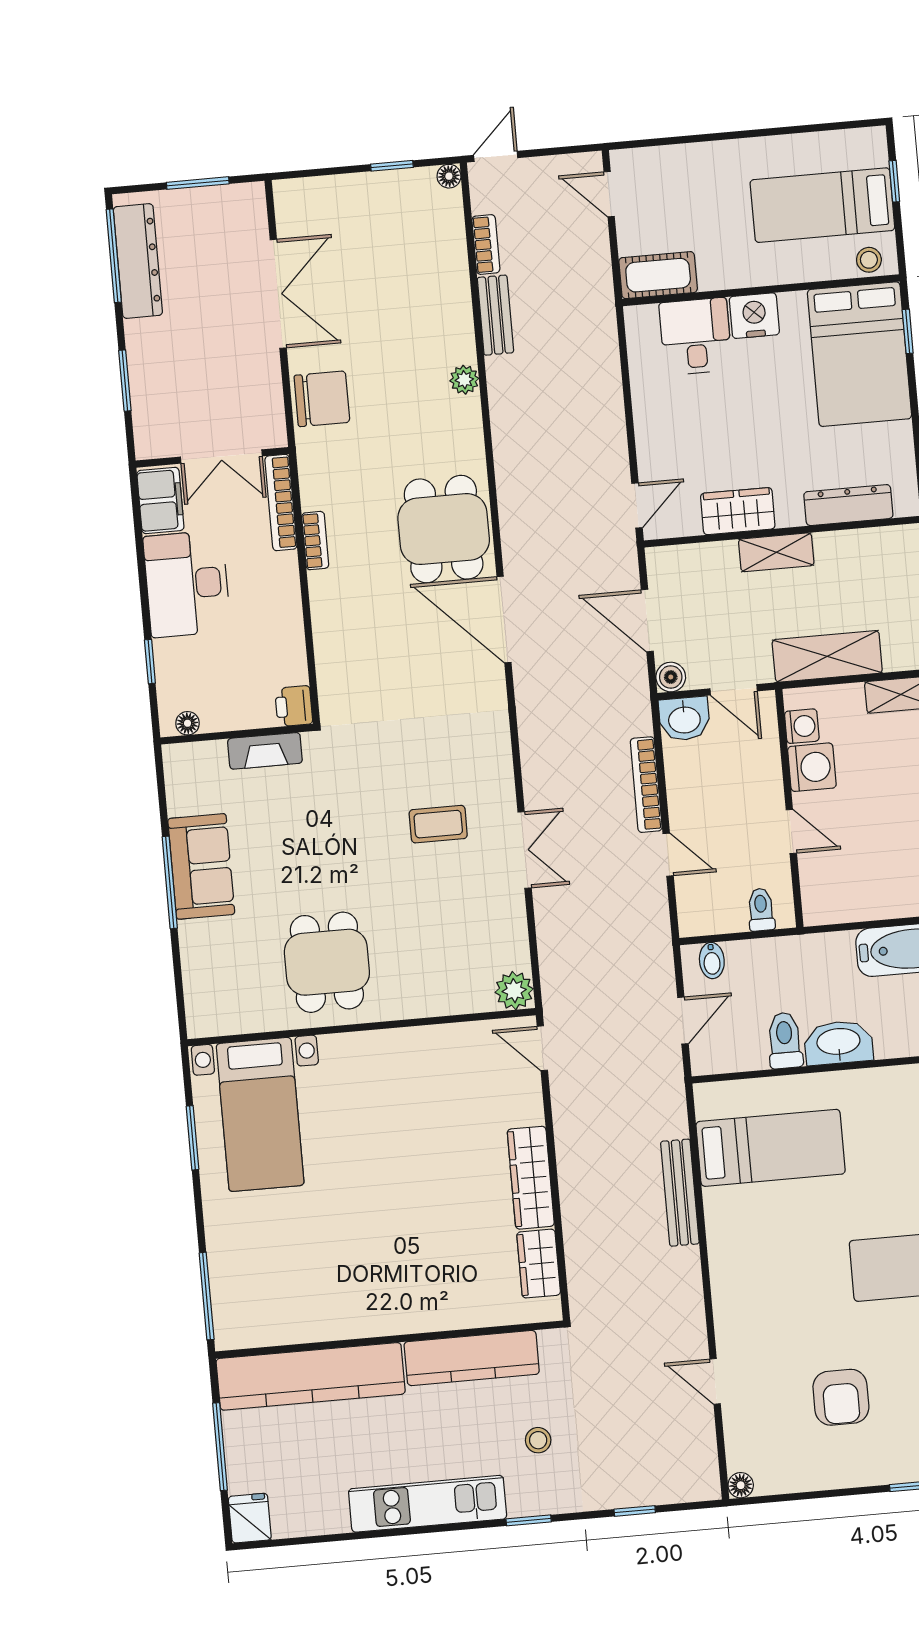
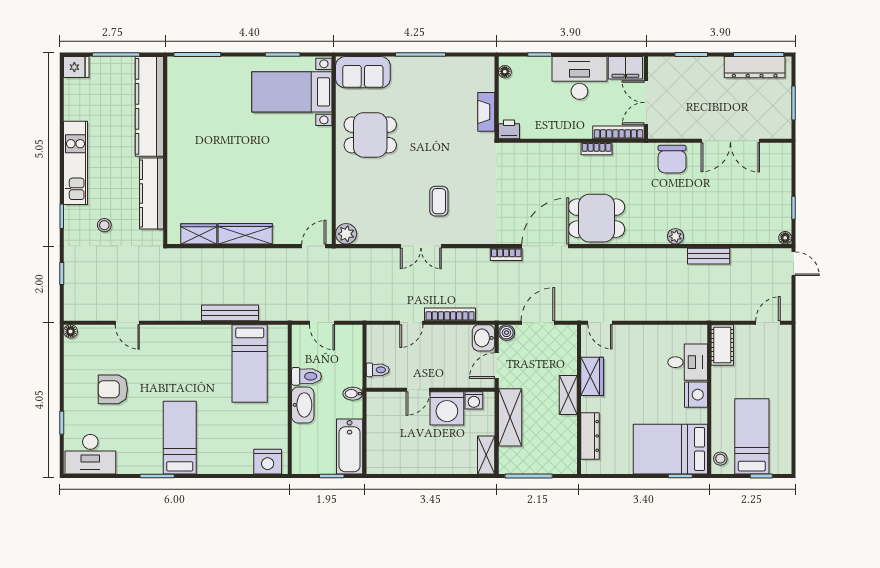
bookcase: (486, 244) -> (506, 254), moved
washing machine: (812, 767) -> (447, 408), width x1.37, depth x1.37
sofa: (201, 866) -> (363, 72), moved
bidet: (712, 960) -> (353, 394), moved
door: (715, 1381) -> (127, 323), swing flipped

